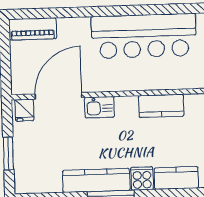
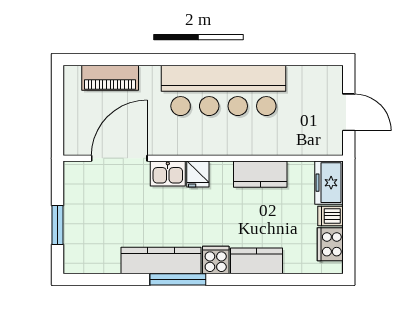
piano: (33, 29) -> (110, 78), moved
kitchen counter: (161, 106) -> (260, 174), moved
fridge: (24, 110) -> (198, 174), moved

